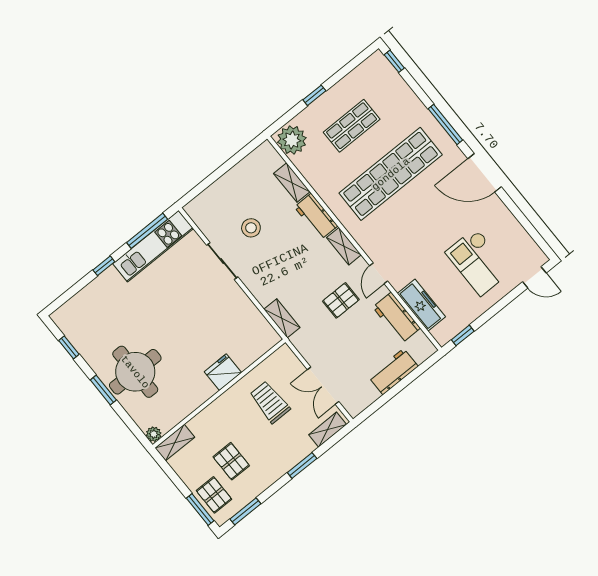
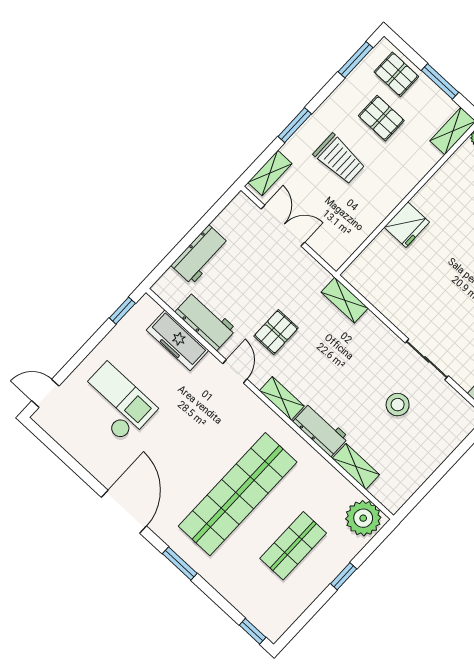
window: (445, 124) -> (180, 564), width x0.69
door: (485, 173) -> (124, 512), hinge flipped
trolley: (270, 402) -> (339, 159), moved
window: (200, 510) -> (440, 81), moved

